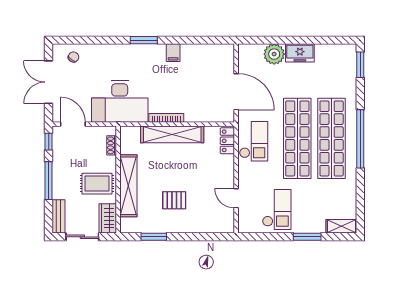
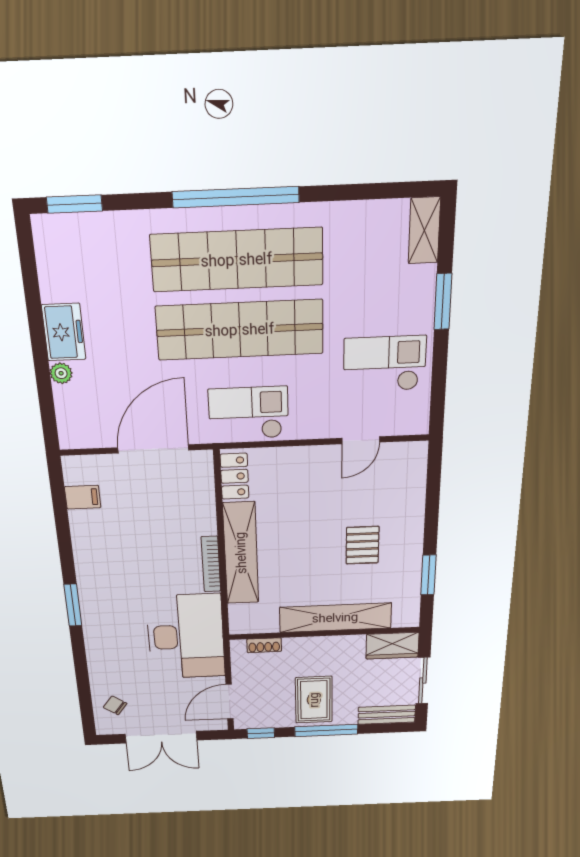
filing cabinet: (173, 53) -> (83, 497), moved
plant: (274, 54) -> (61, 373), width x0.53, depth x0.53
locker: (227, 141) -> (234, 476), moved, turned -90
rug: (97, 184) -> (314, 700), moved

